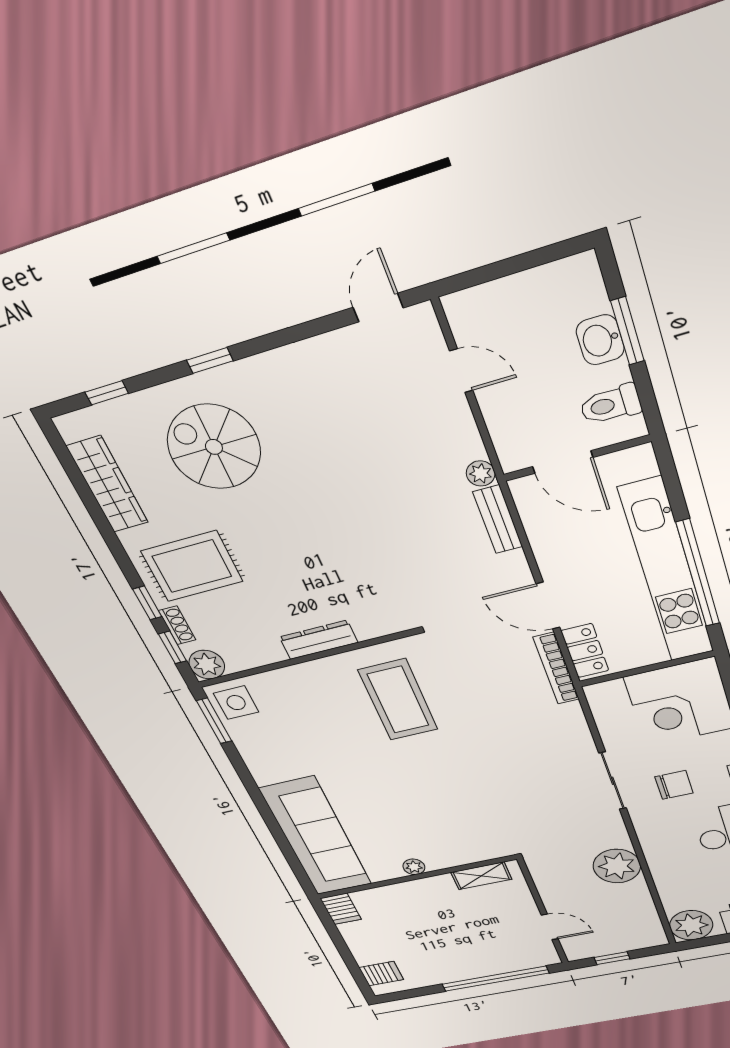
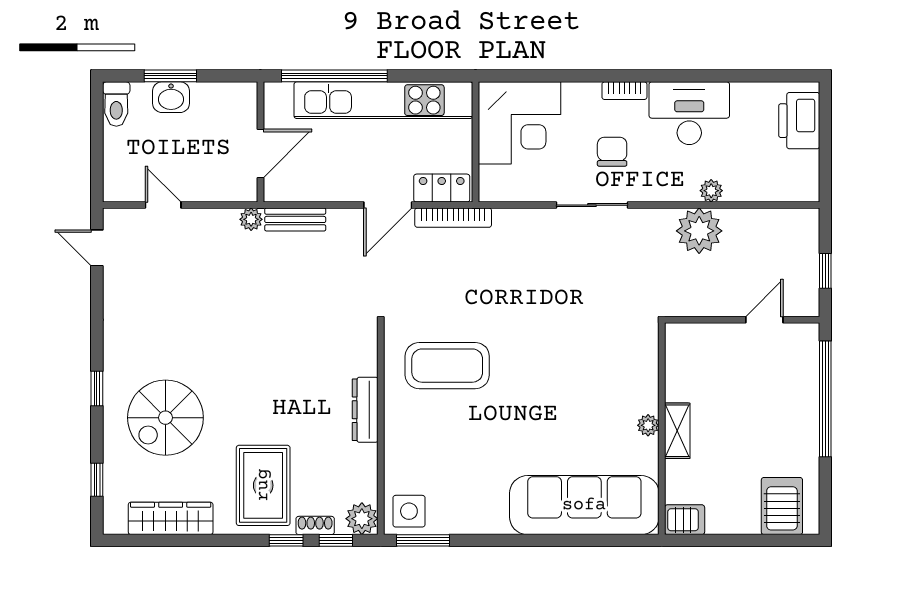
door: (461, 371) -> (163, 205), hinge flipped
toilet: (610, 405) -> (116, 104), moved
window: (698, 573) -> (334, 76), moved
shelving: (481, 876) -> (677, 431), moved
plant: (691, 925) -> (711, 191), moved, width x0.53, depth x0.53
server rack: (381, 974) -> (782, 506), width x1.36, depth x1.44

